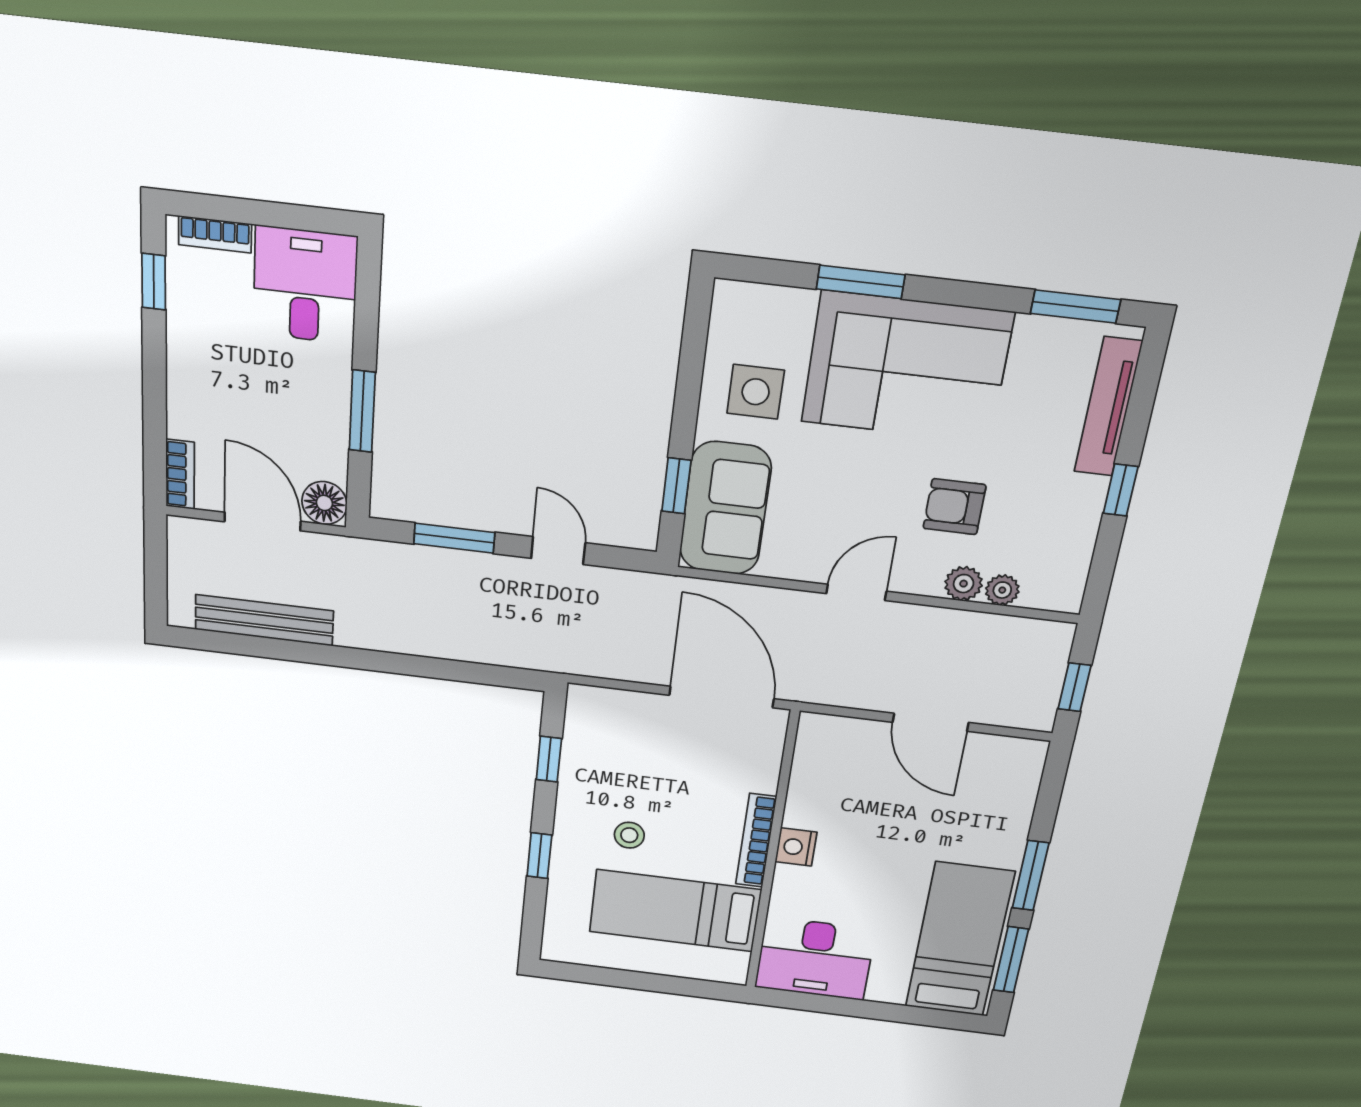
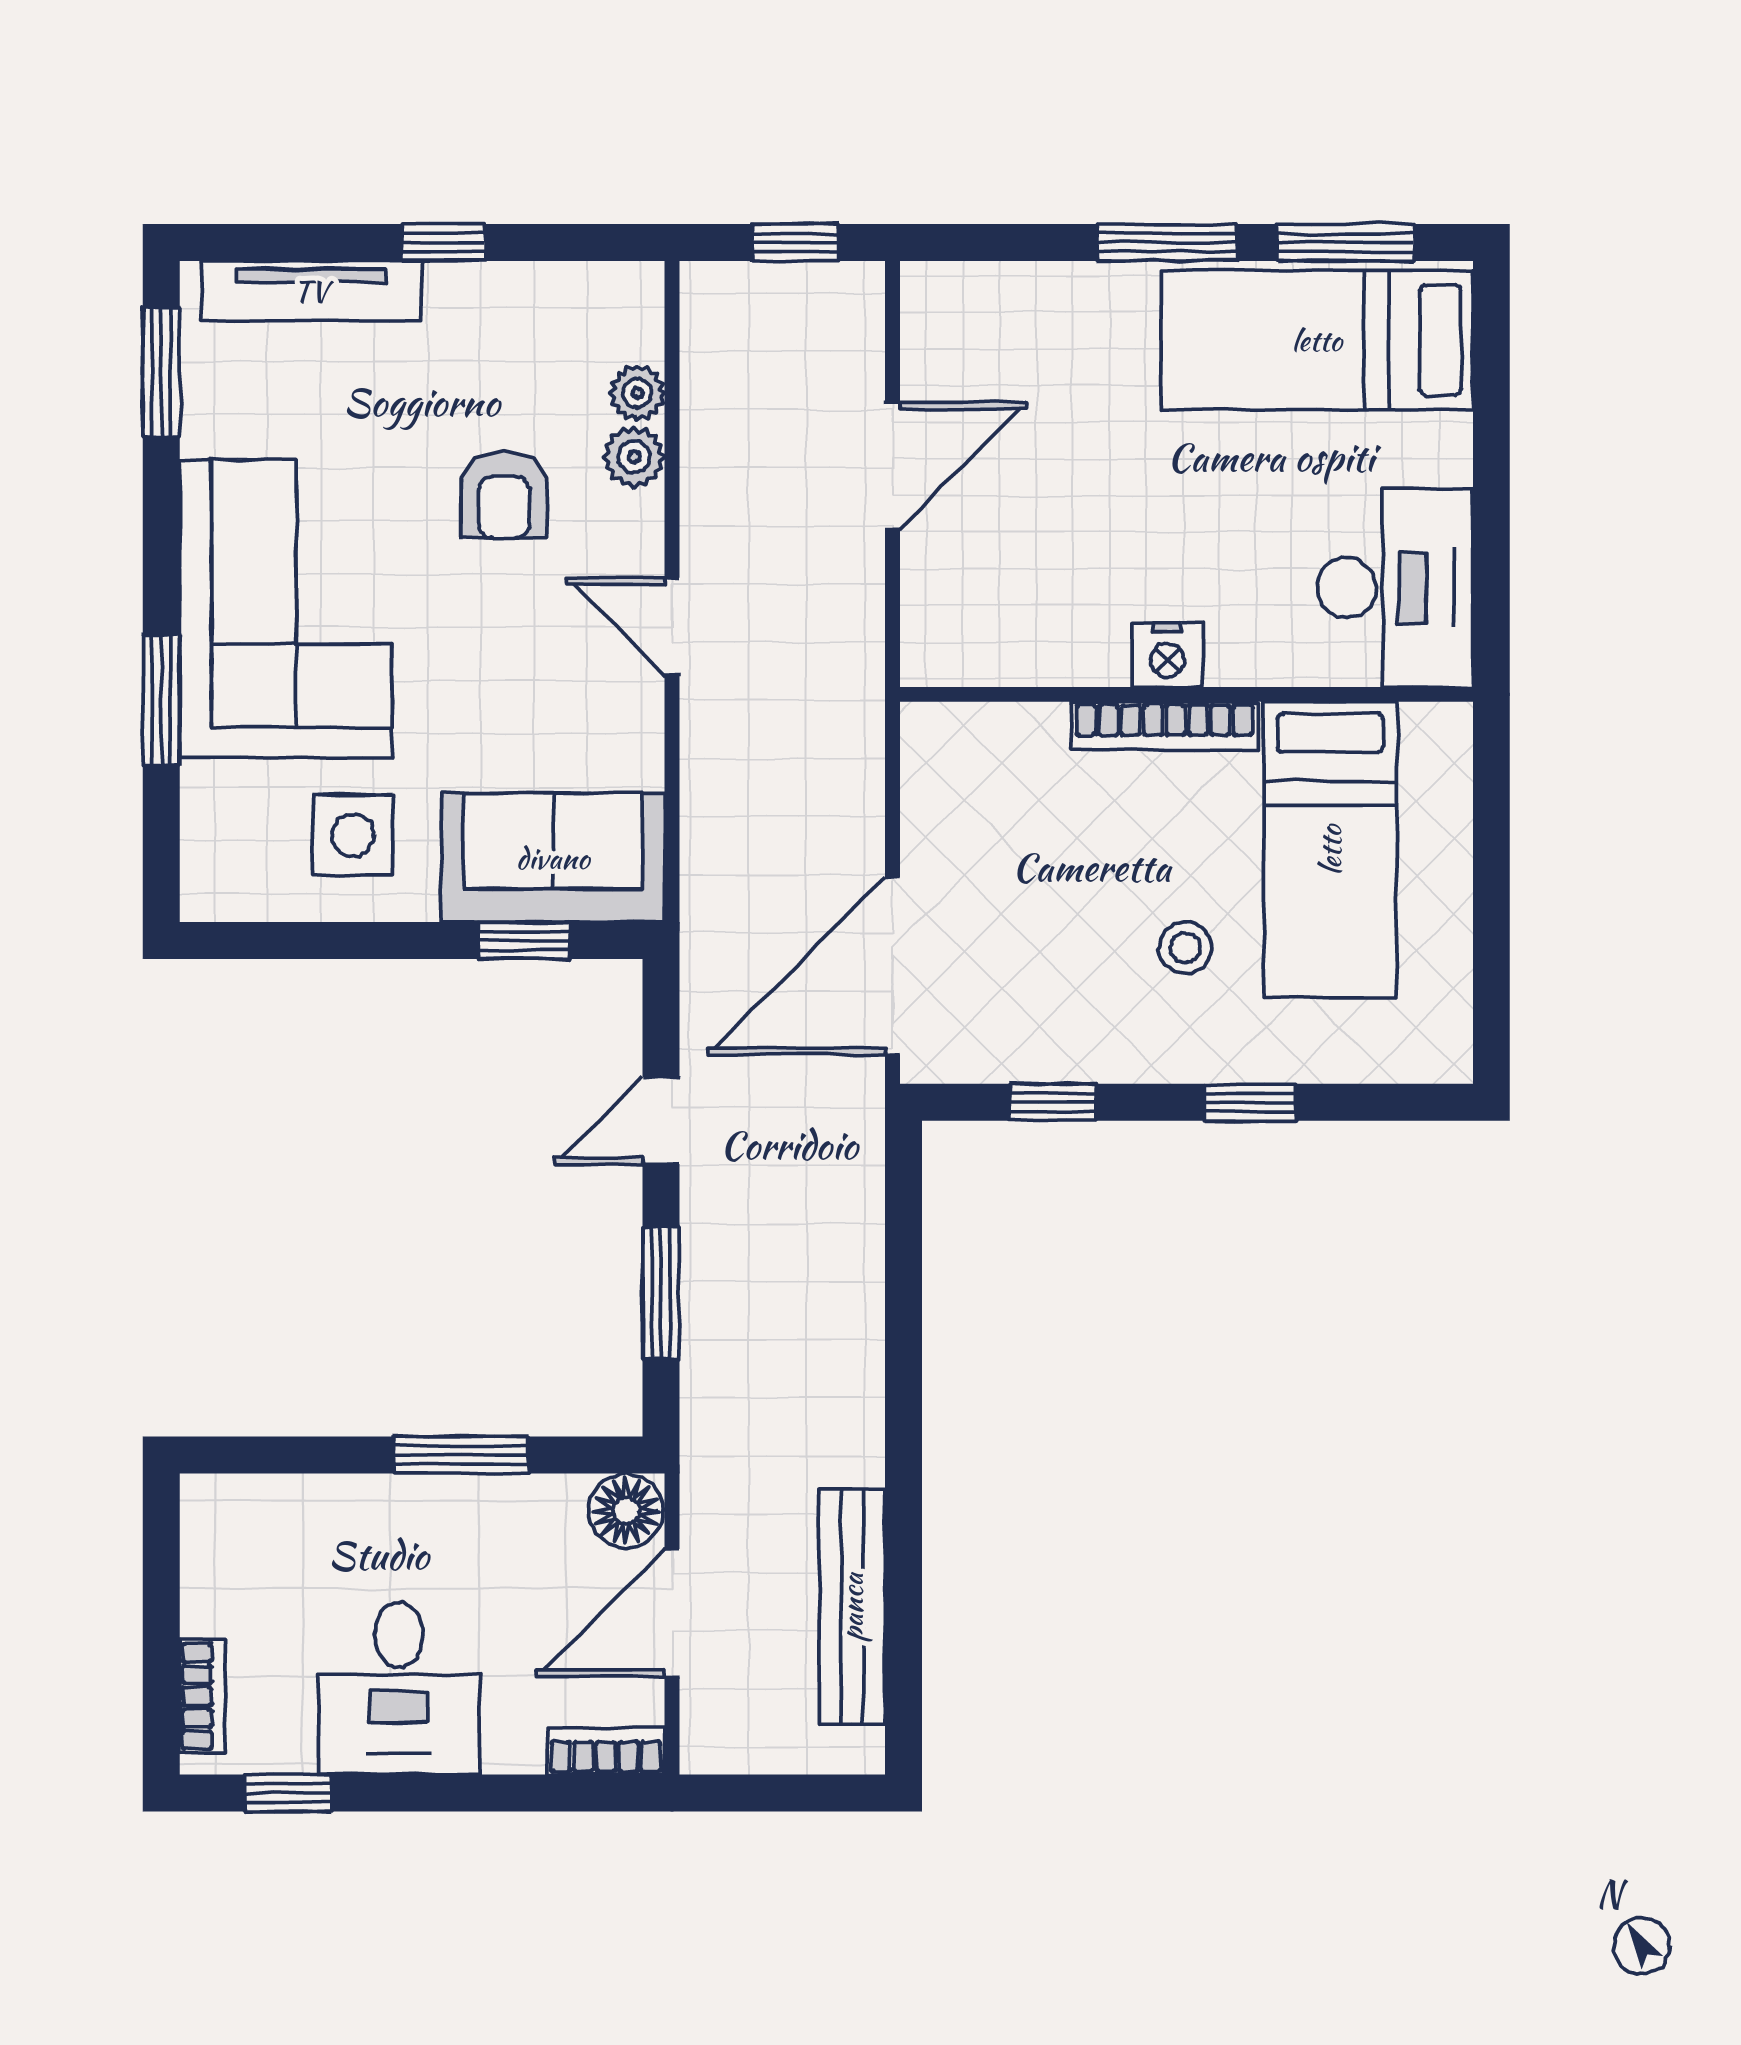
desk: (305, 285) -> (399, 1688), moved, turned -90
door: (722, 697) -> (892, 966), moved

